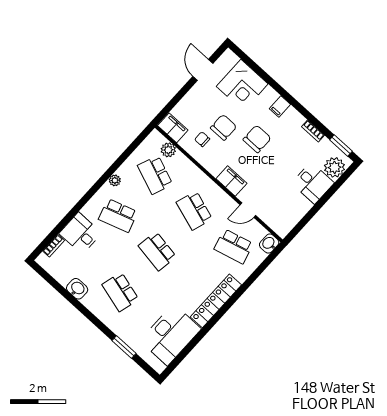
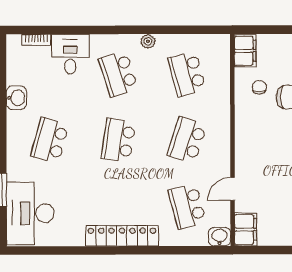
plant: (168, 150) -> (221, 65), removed
school desk: (155, 175) -> (187, 74), turned -36
filing cabinet: (231, 181) -> (246, 229), moved
door: (248, 210) -> (233, 189), hinge flipped
desk: (171, 335) -> (30, 213), moved, turned 90

